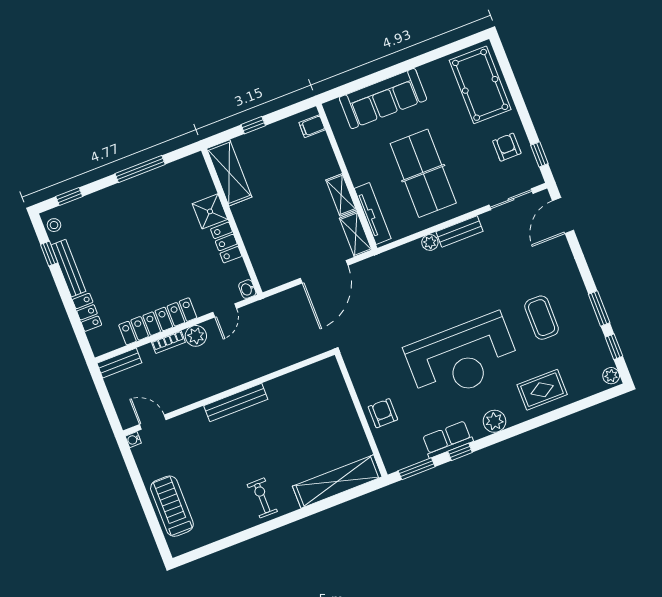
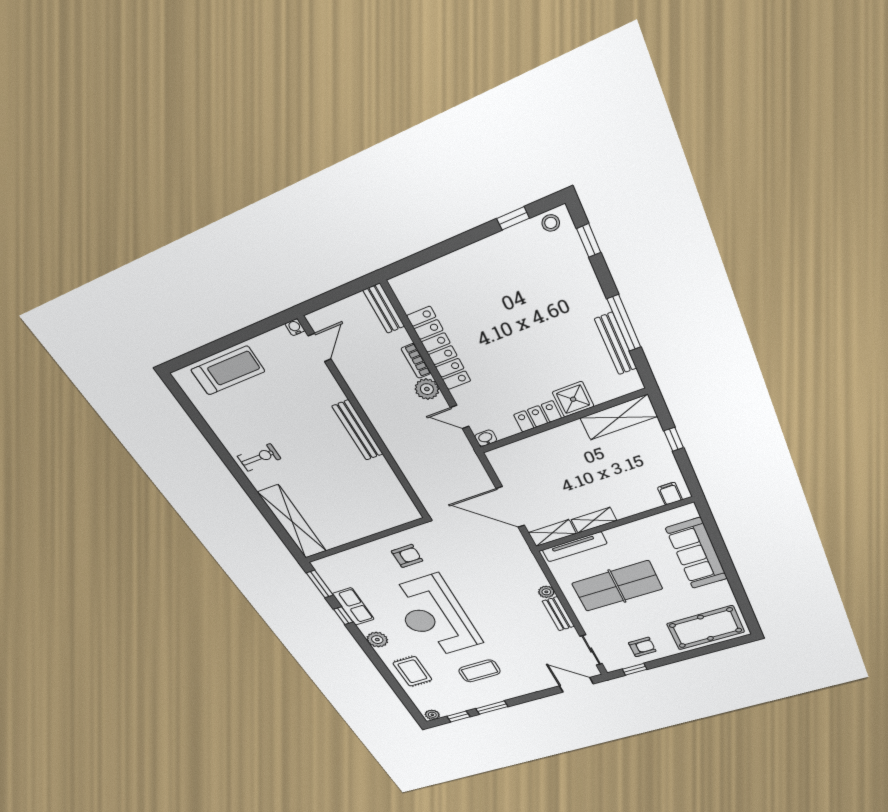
bench: (68, 268) -> (616, 344), moved, turned 90
locker: (87, 312) -> (441, 269), removed
armchair: (383, 413) -> (407, 556), moved

